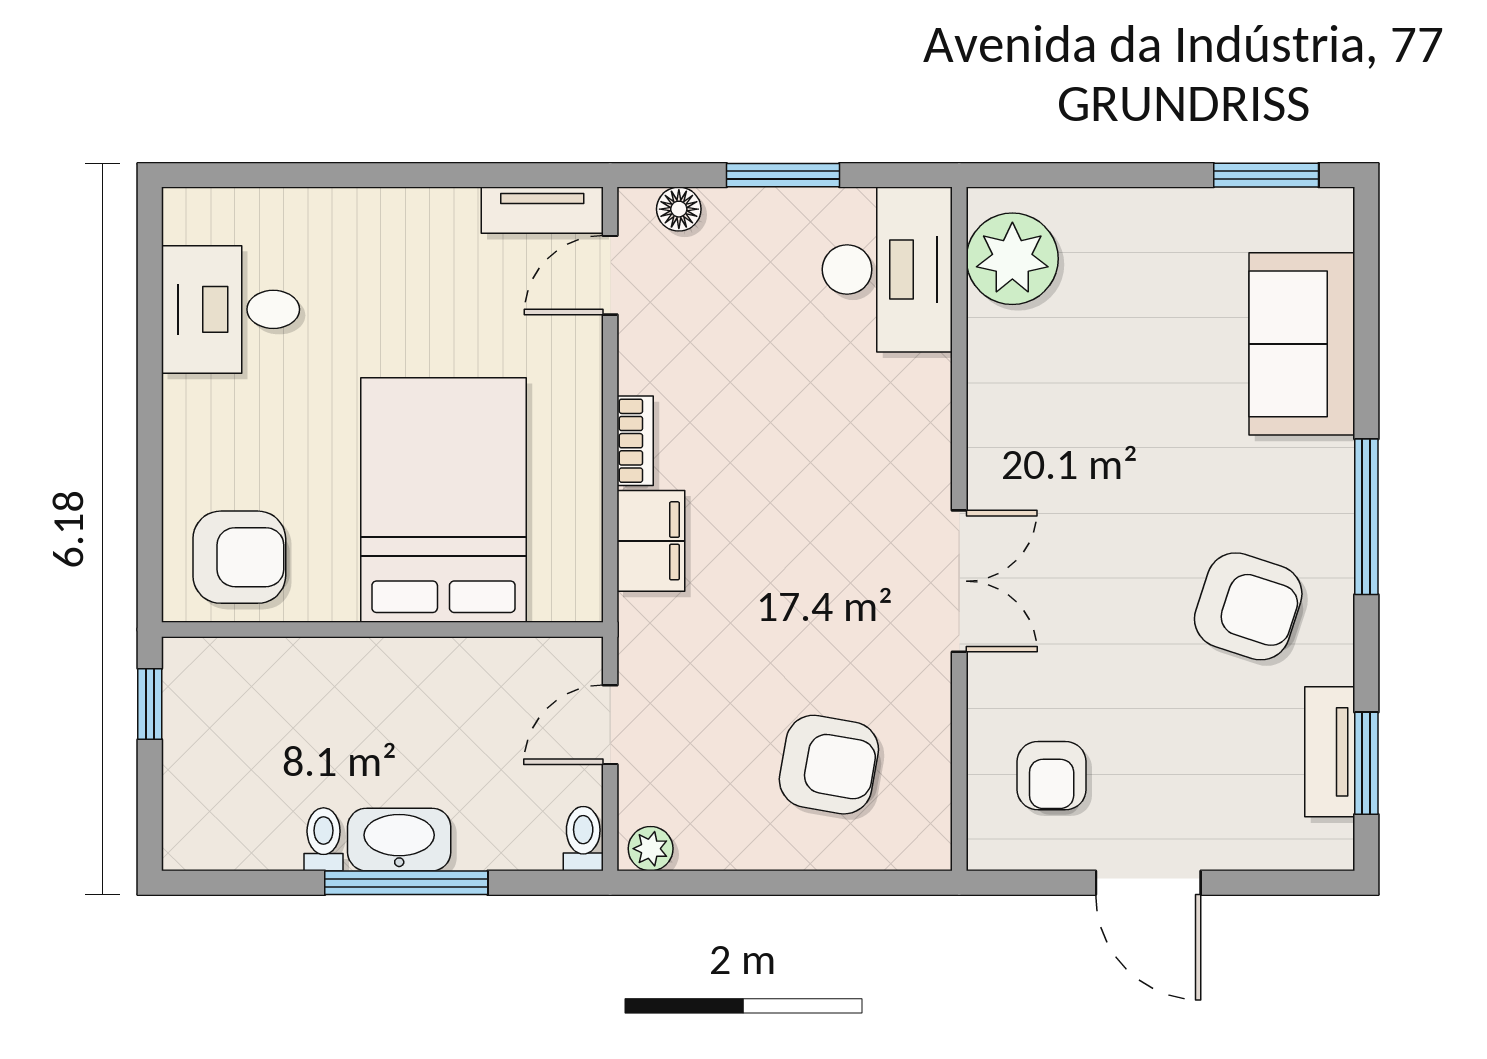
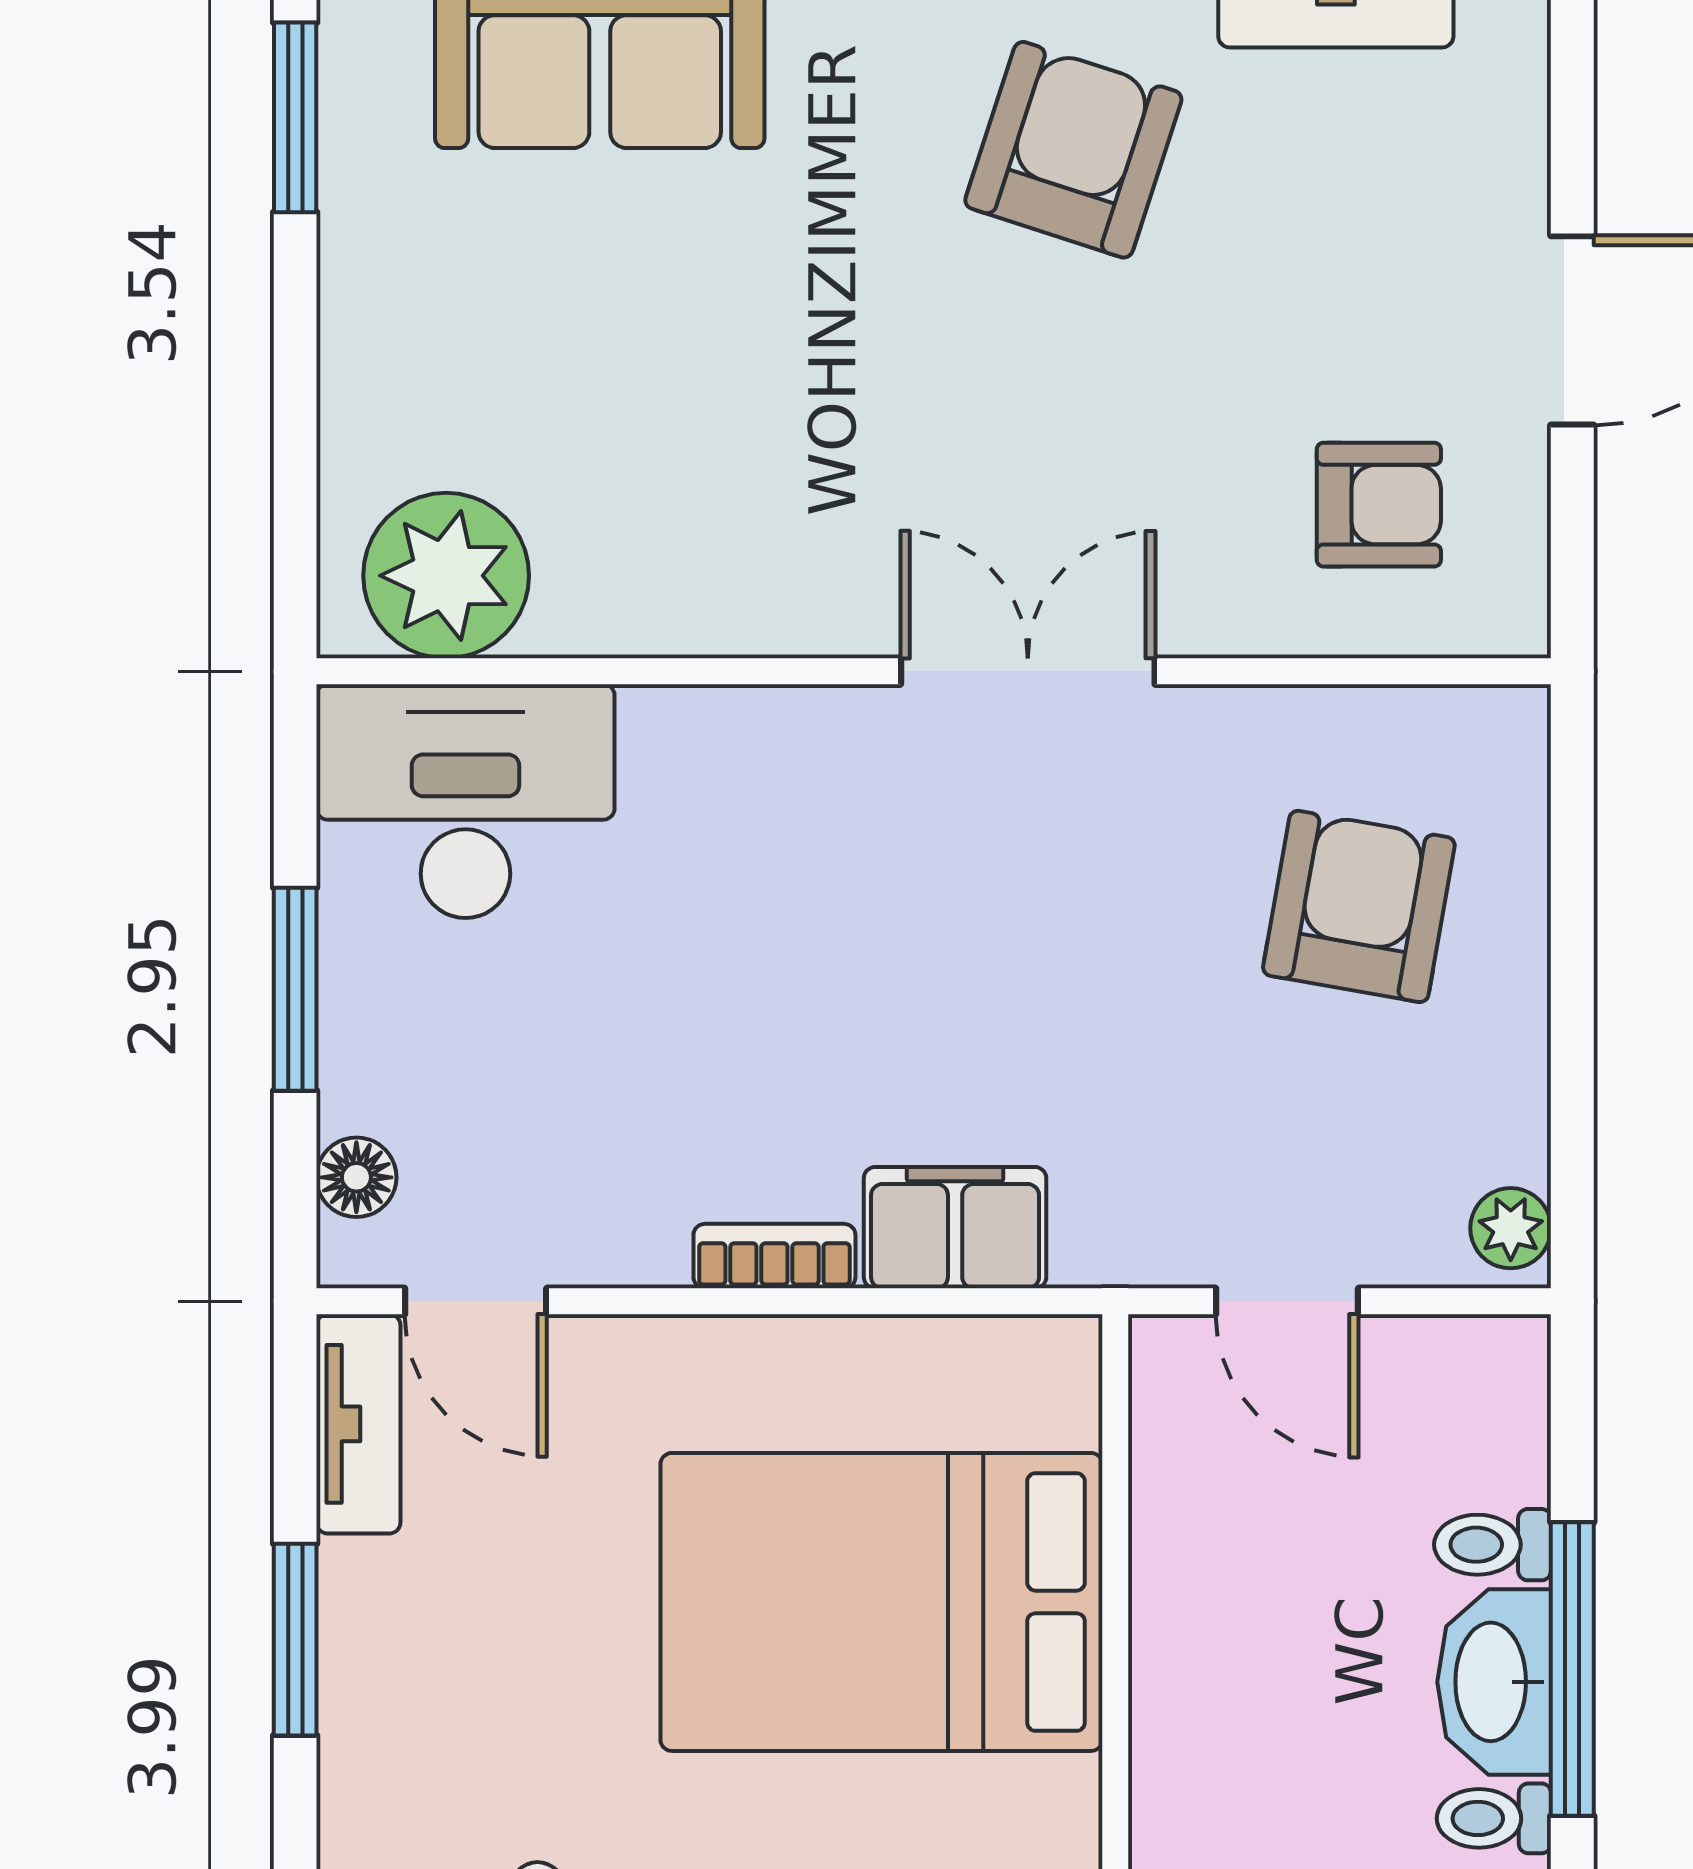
window: (423, 175) -> (295, 1640), added
toilet: (583, 839) -> (1493, 1545), moved

